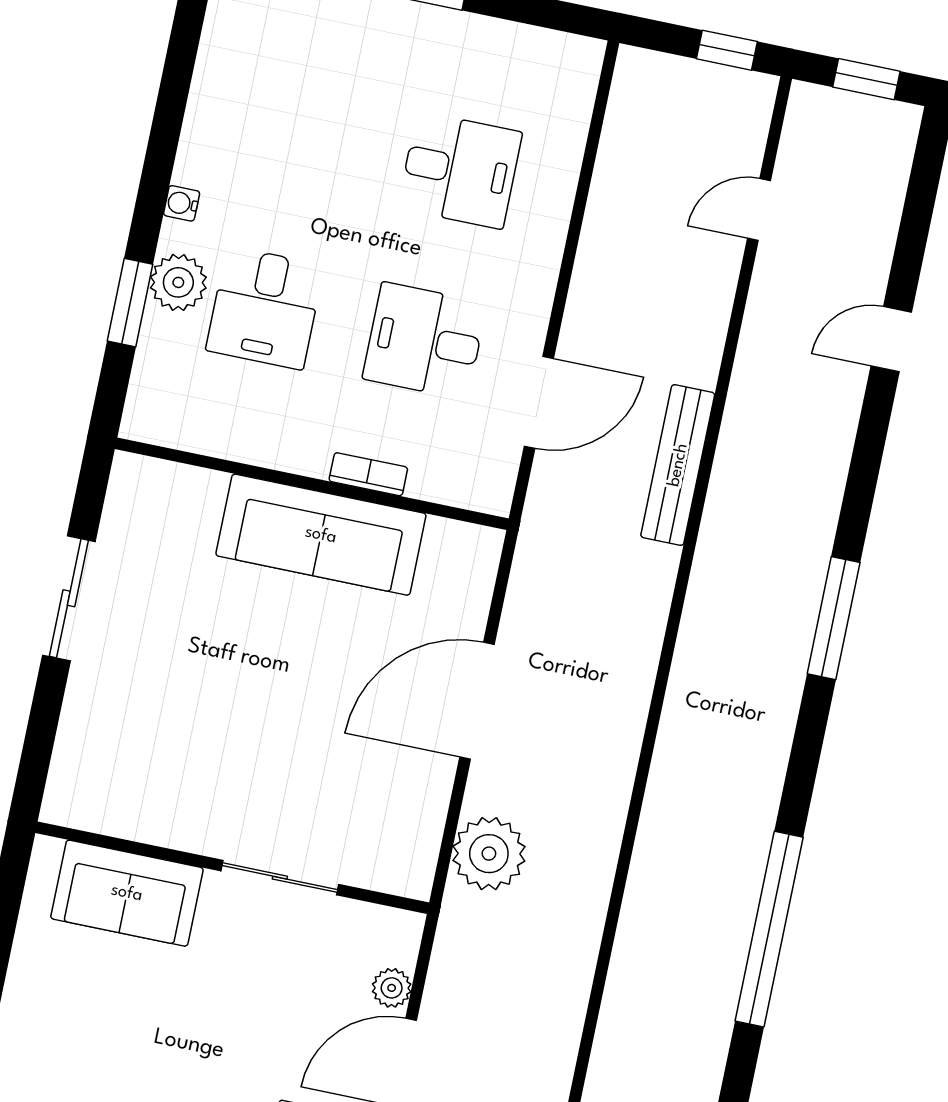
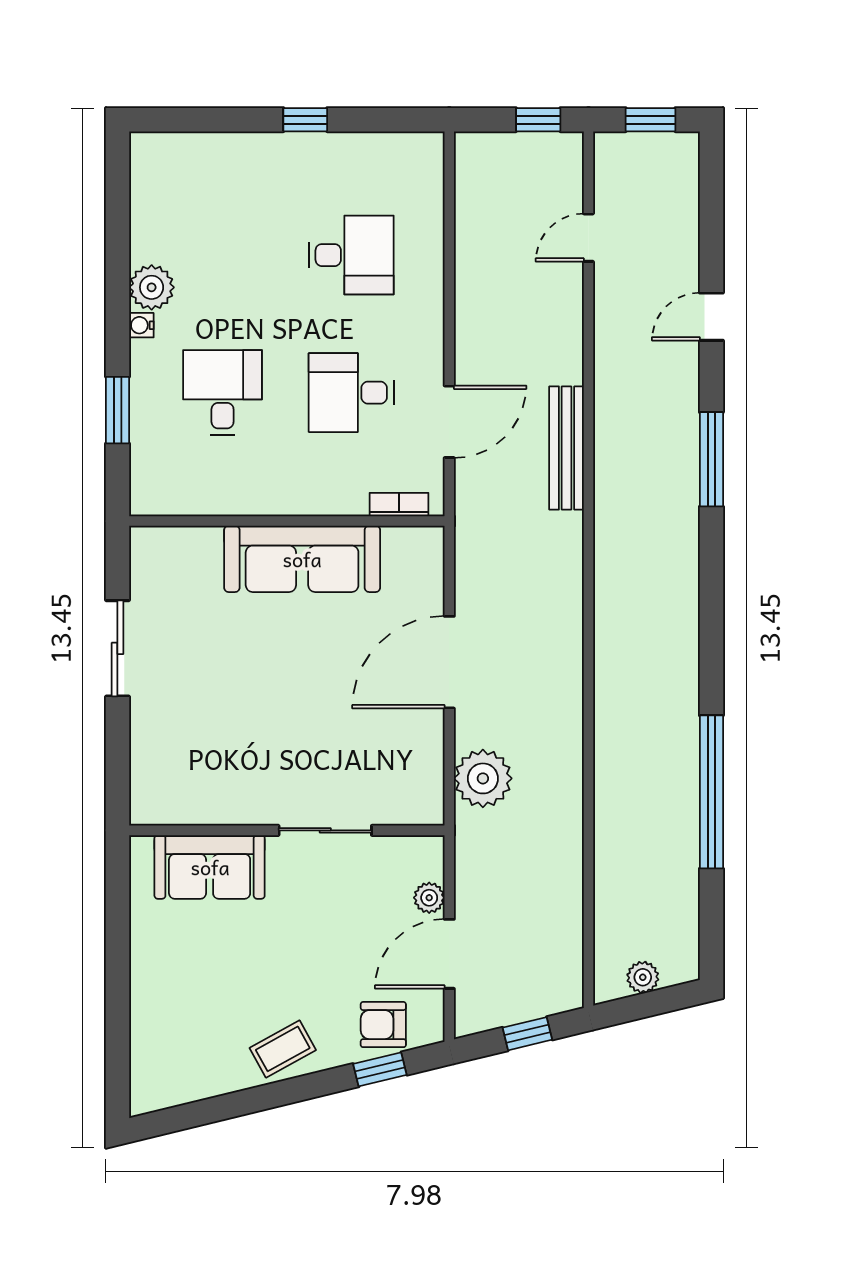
plant: (178, 282) -> (152, 287), moved
desk: (265, 308) -> (223, 393), turned 180
bookcase: (368, 474) -> (399, 505), moved
window: (834, 618) -> (711, 459), moved

